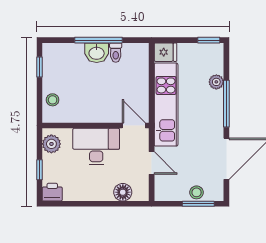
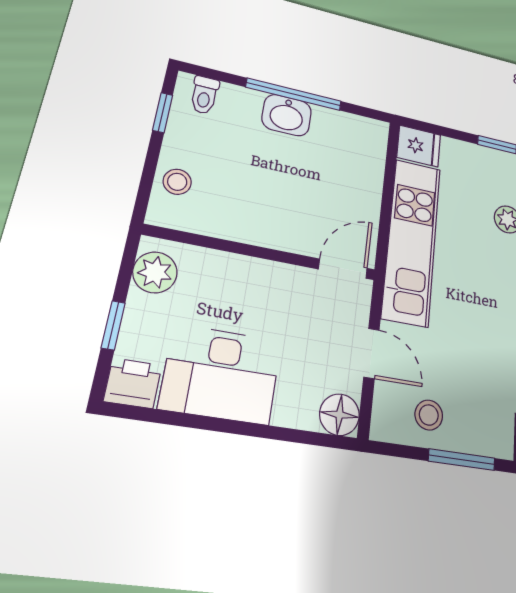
toilet: (116, 53) -> (204, 95), moved
door: (134, 126) -> (343, 269), hinge flipped
desk: (96, 146) -> (221, 374), moved, turned 180
floor lamp: (123, 192) -> (340, 415), moved
stool: (197, 192) -> (429, 415), moved

